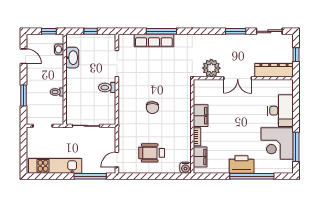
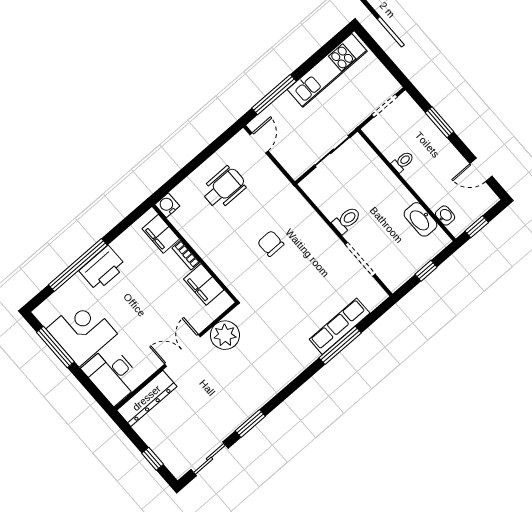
plant: (211, 68) -> (225, 335), moved
dresser: (274, 70) -> (147, 398), moved
double door: (238, 78) -> (183, 350), moved
wall: (243, 78) -> (176, 356), moved

